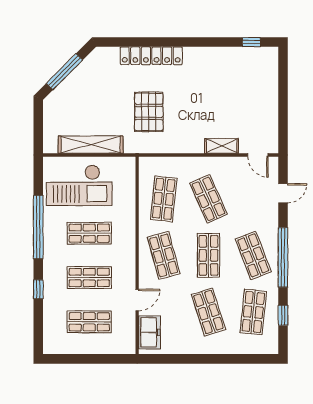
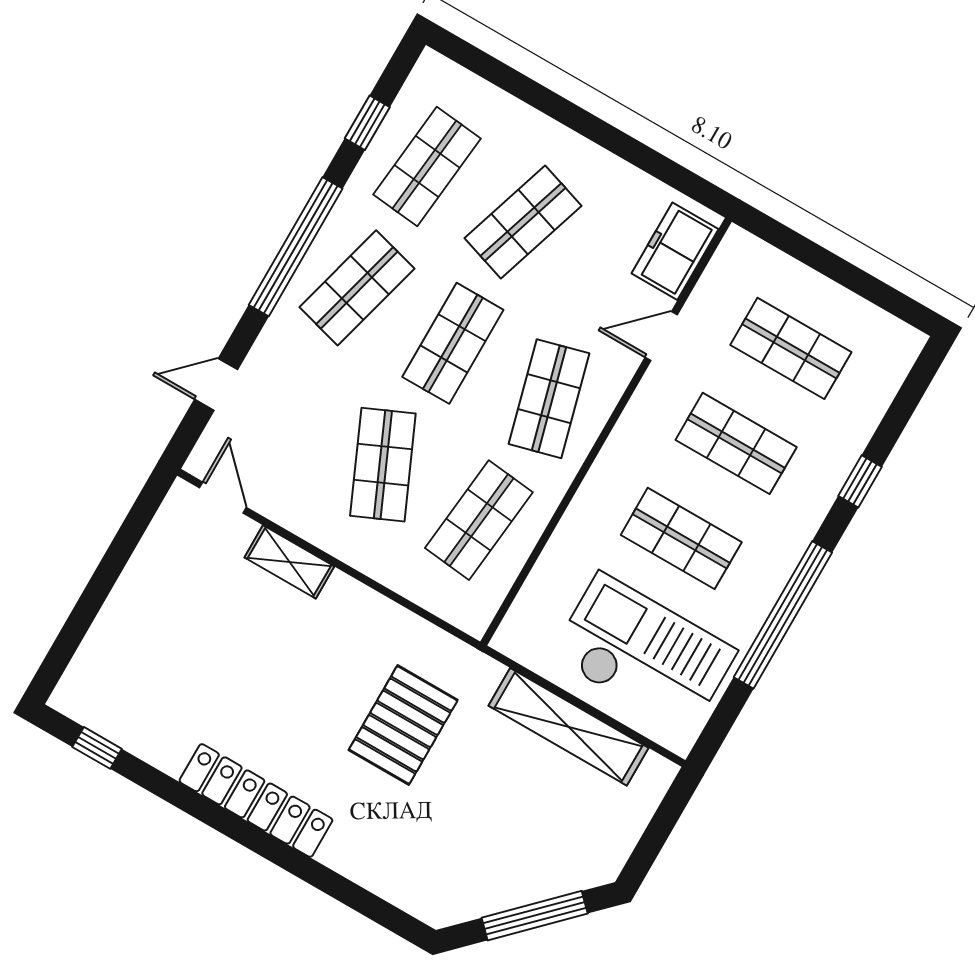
locker: (151, 56) -> (256, 800), moved
shop shelf: (253, 255) -> (357, 288), turned 36
shop shelf: (208, 312) -> (523, 222), turned 36

